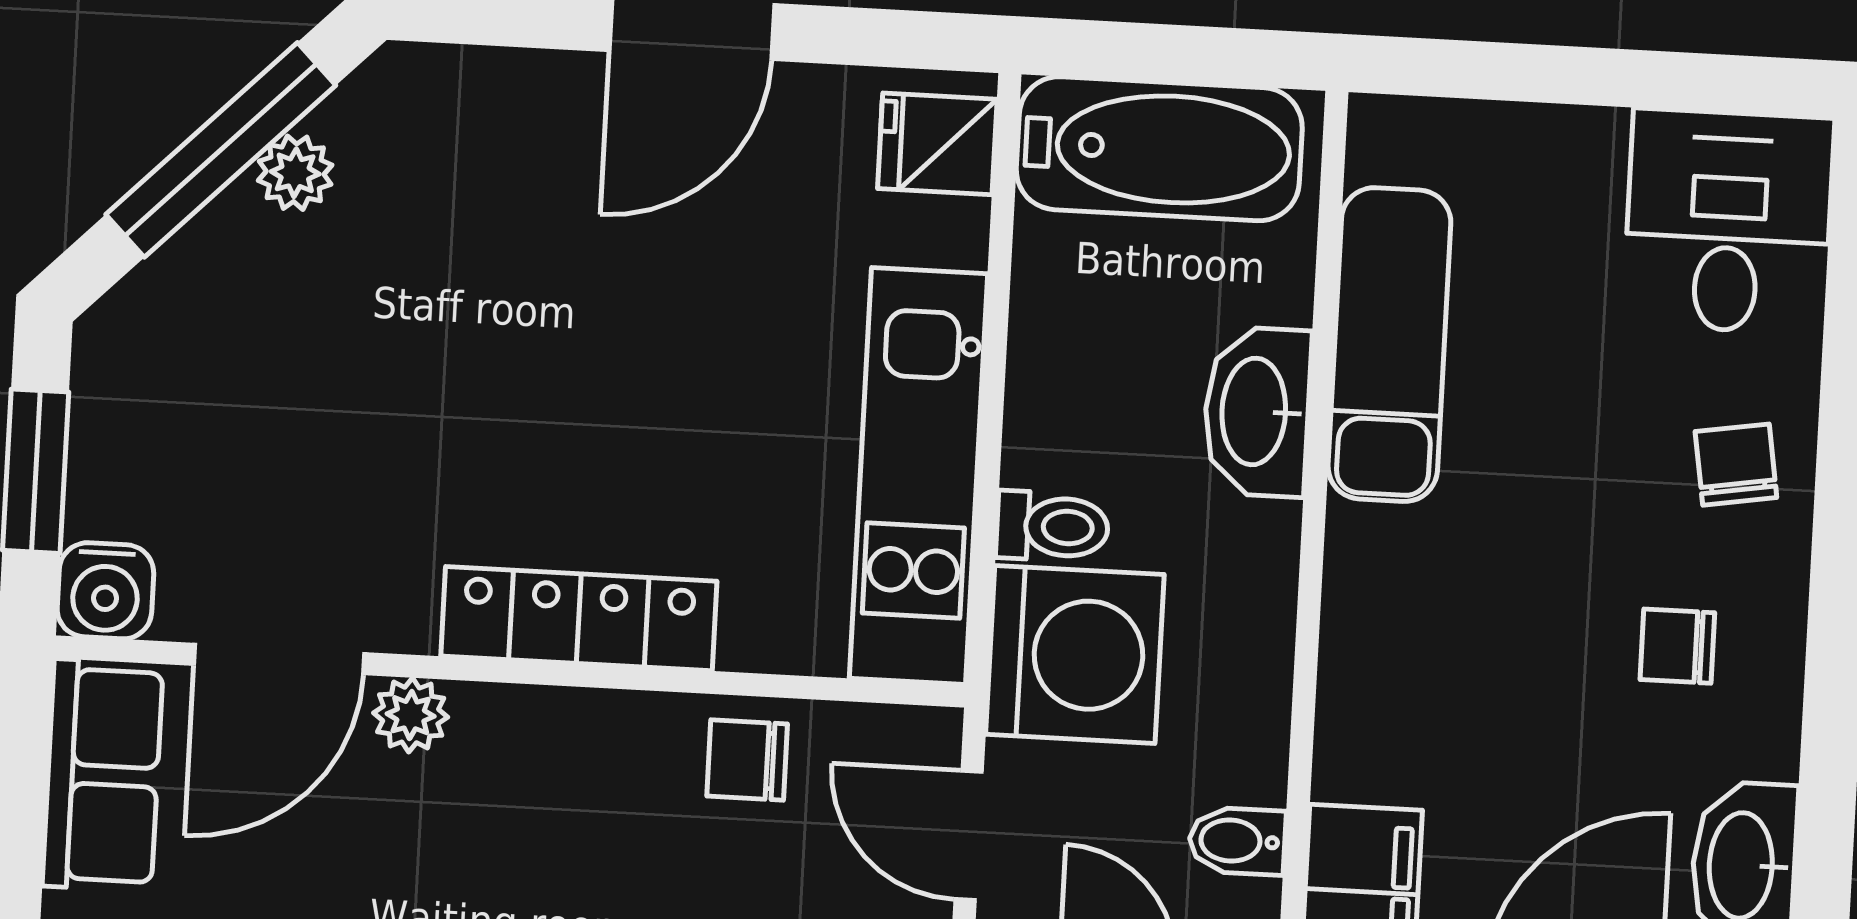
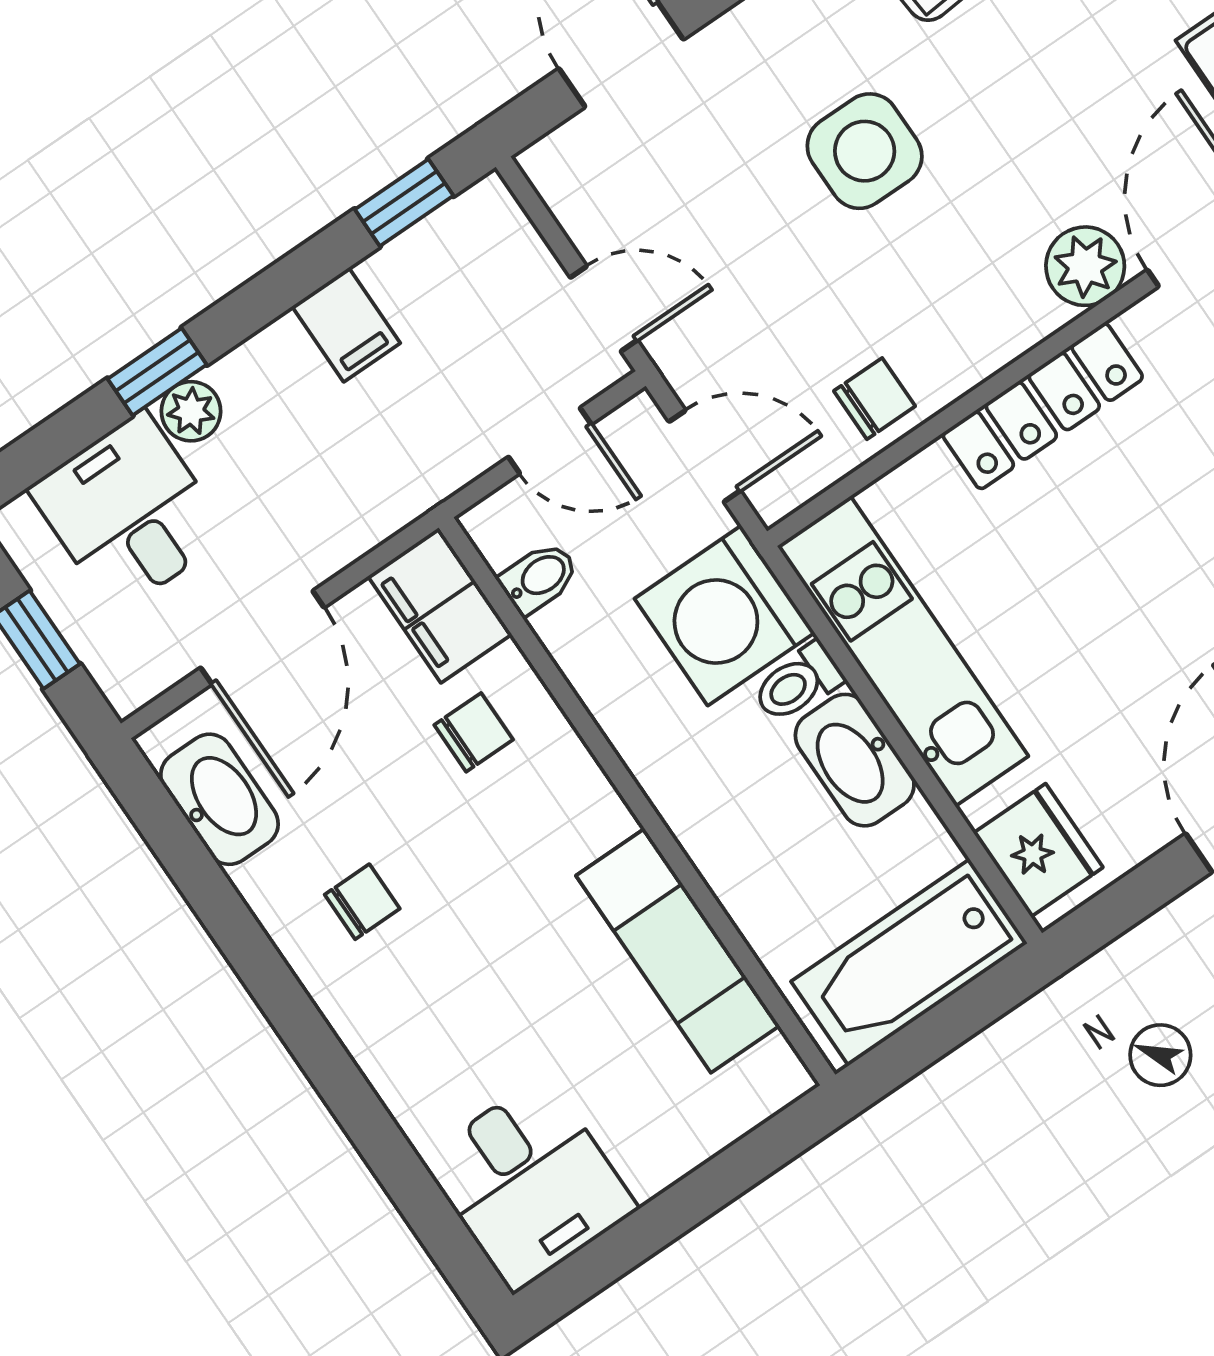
fridge: (937, 144) -> (1038, 850), width x1.38
washbasin: (1257, 412) -> (855, 760), moved, turned 180
chair: (1736, 465) -> (474, 732), moved, turned -81
plant: (411, 715) -> (1085, 266), width x1.38, depth x1.38

